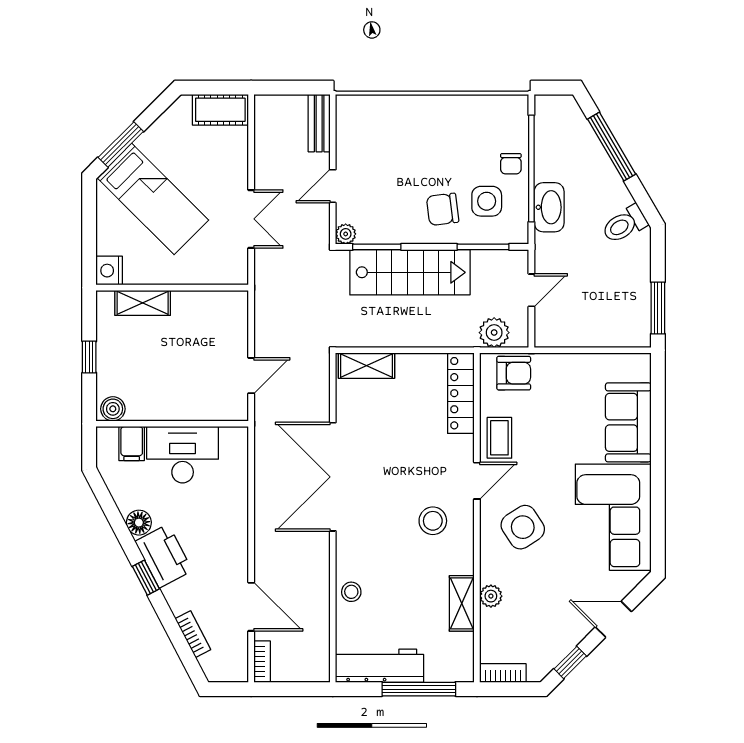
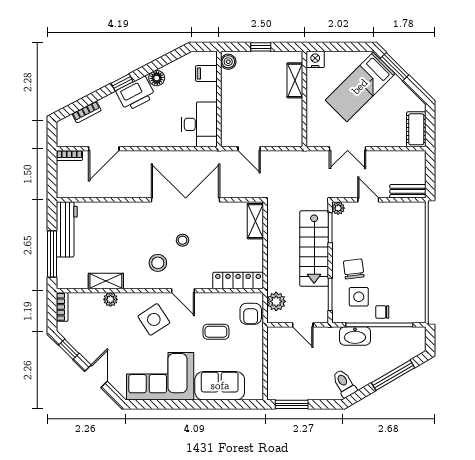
coffee table: (499, 438) -> (216, 332), moved
desk: (183, 455) -> (199, 124), moved
stool: (351, 592) -> (183, 240), moved

